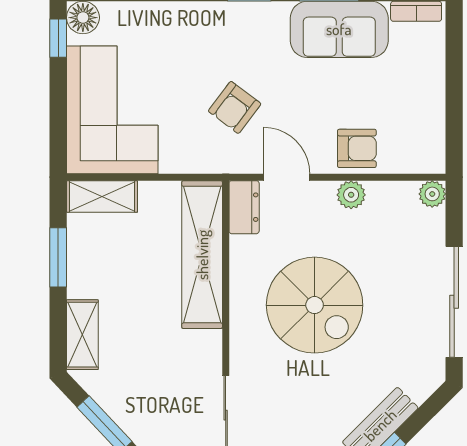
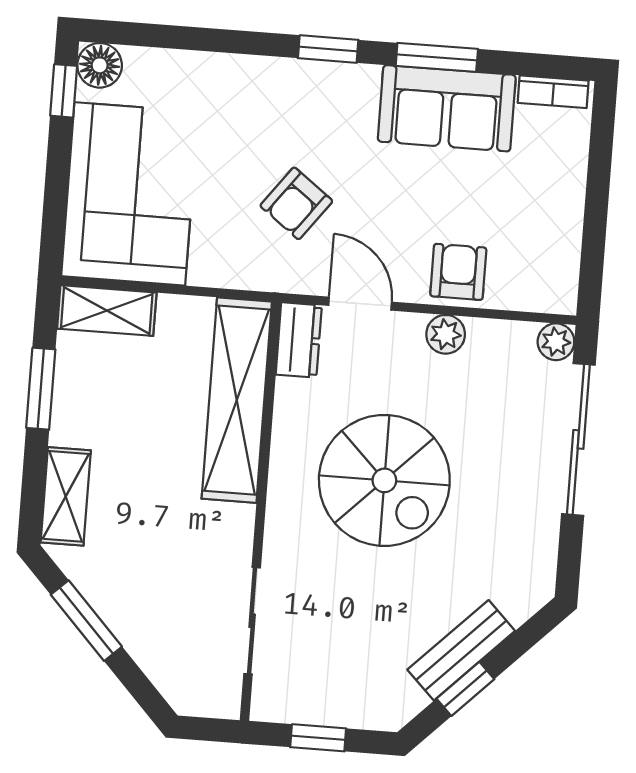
armchair: (357, 148) -> (458, 272), turned -90
sliding door: (454, 302) -> (578, 439), moved

